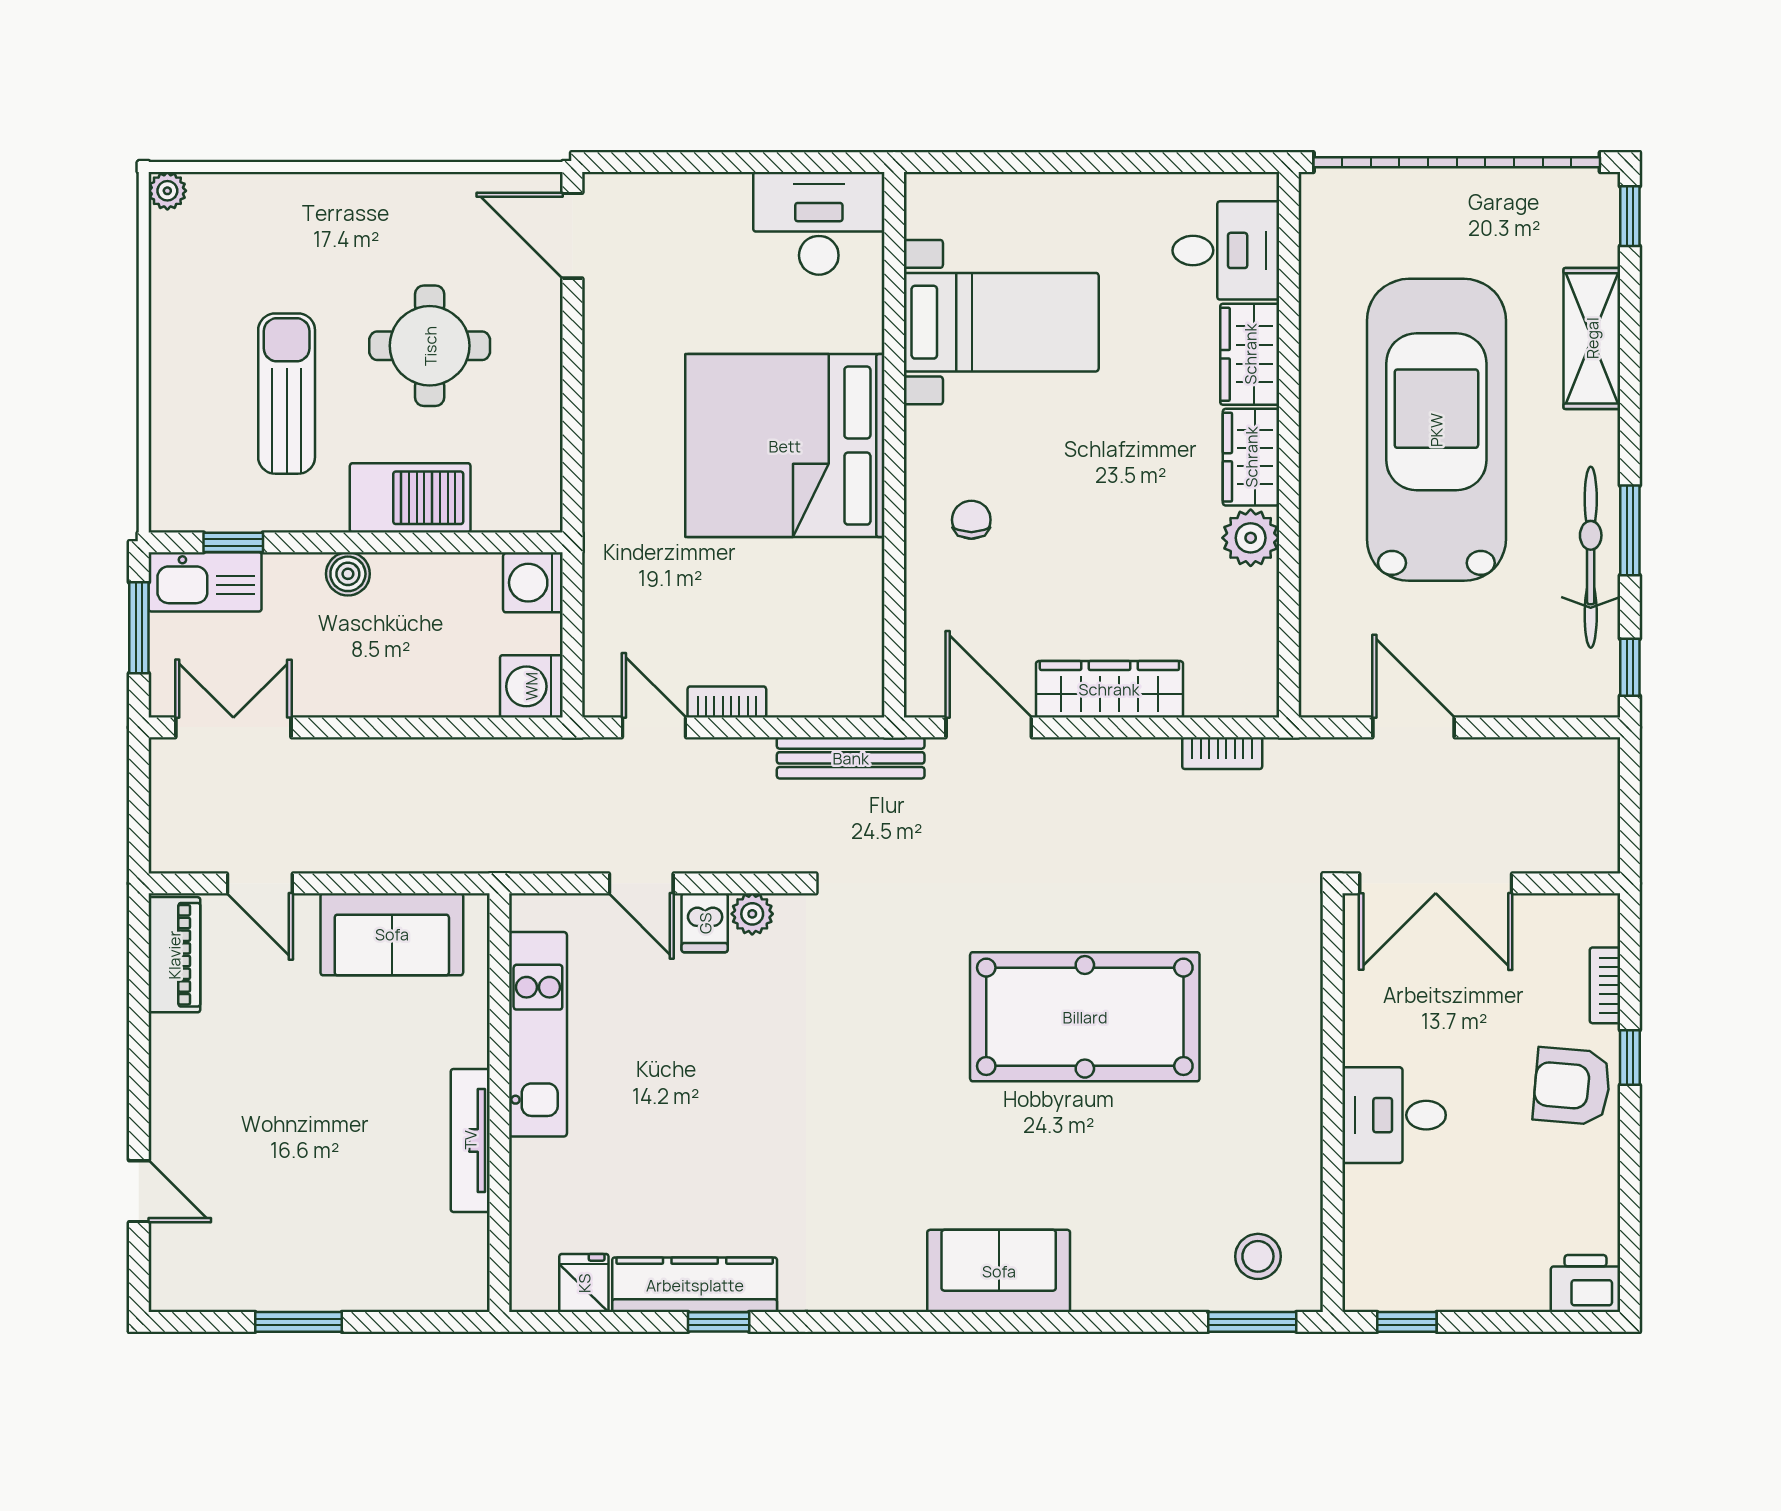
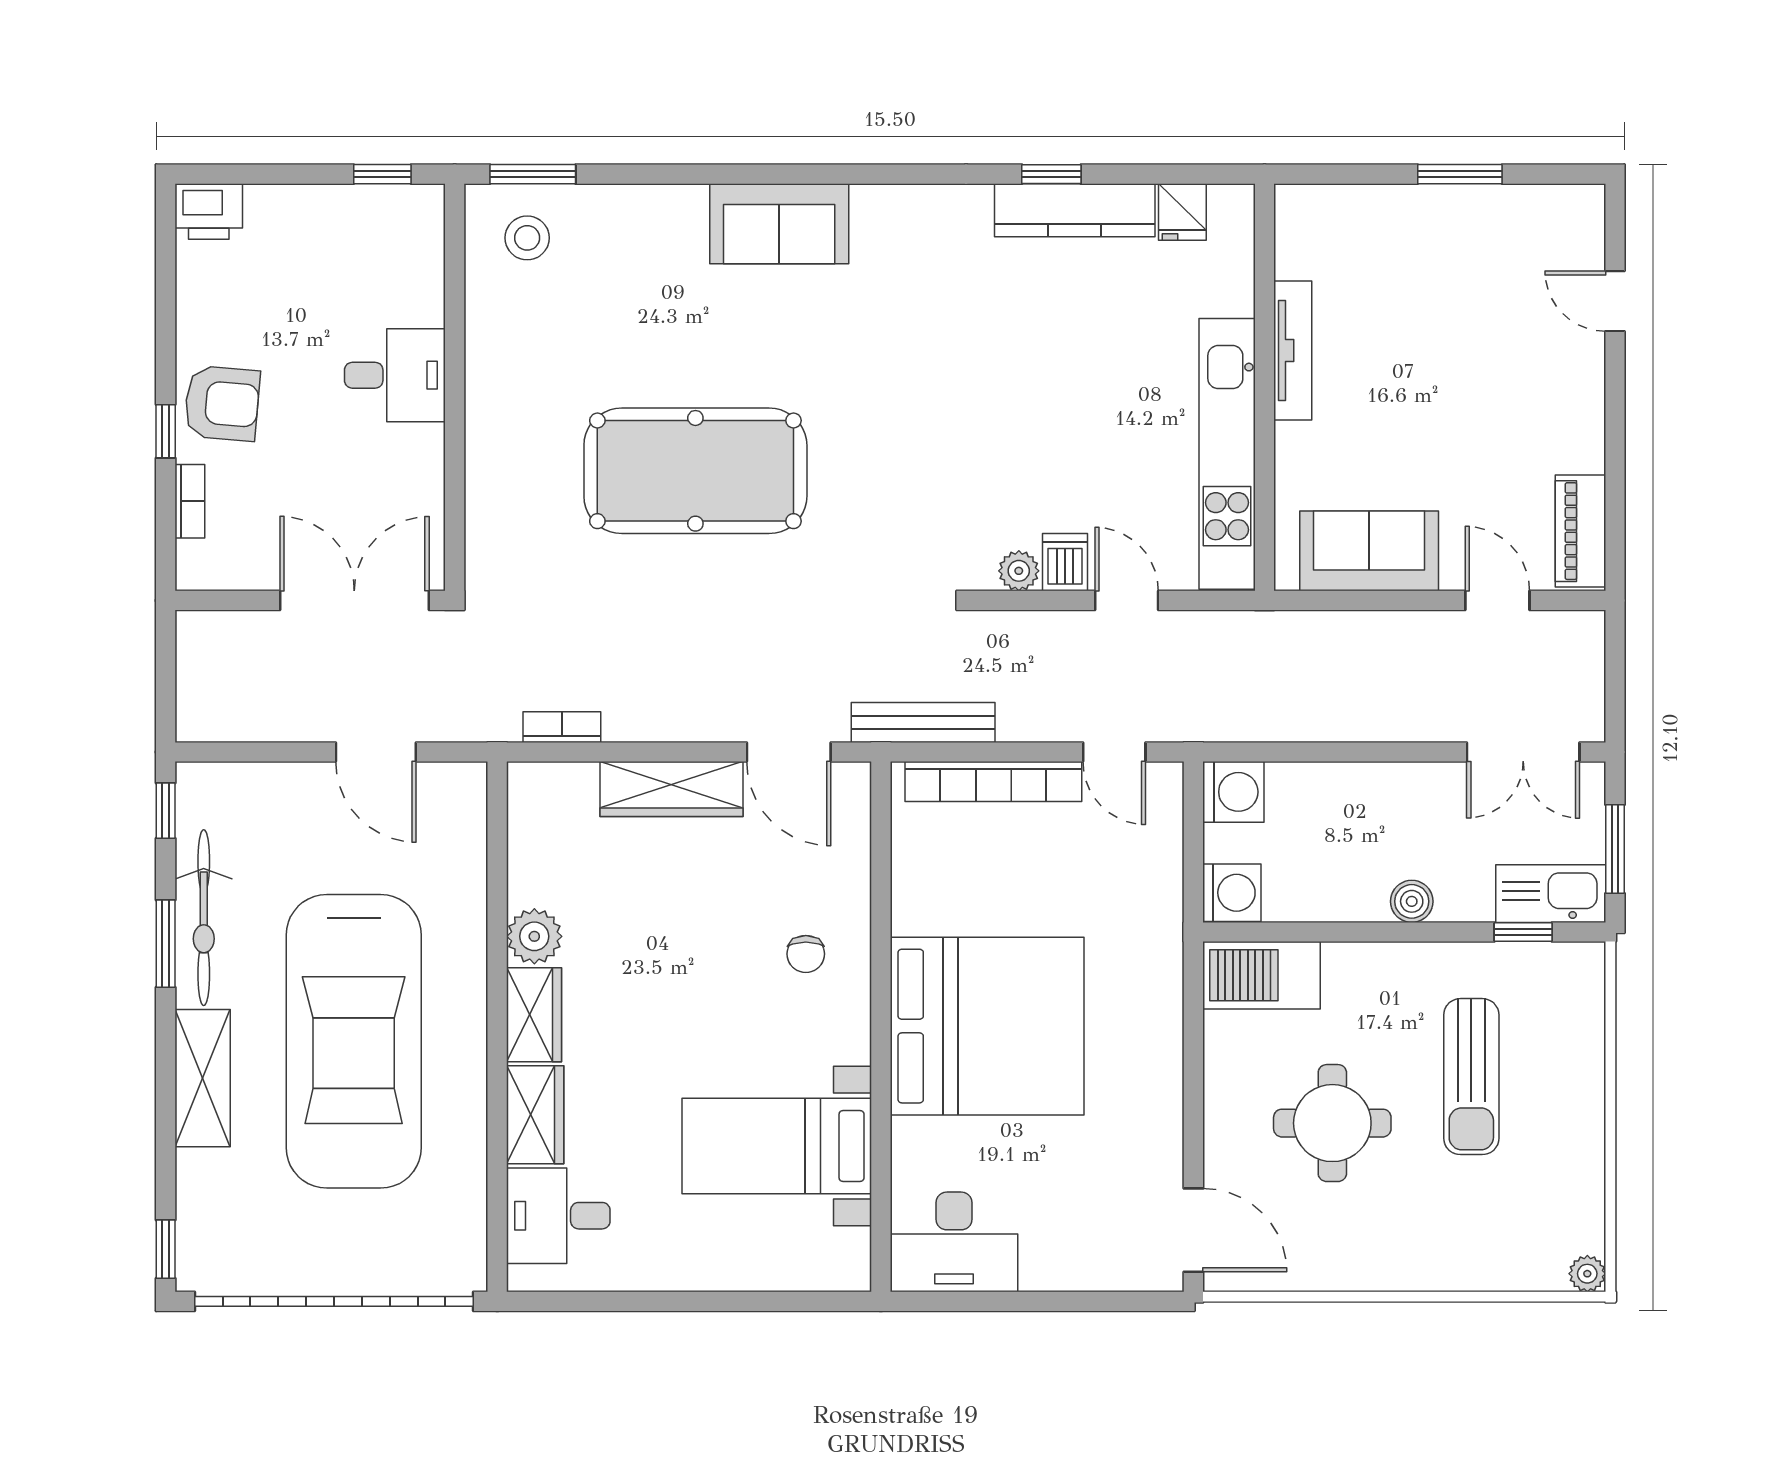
shelving: (1592, 338) -> (203, 1078), moved
barbecue: (410, 498) -> (1261, 975), moved
bookcase: (727, 702) -> (993, 782), width x2.31, depth x1.31
kitchen unit: (538, 1034) -> (1227, 454), width x1.36

